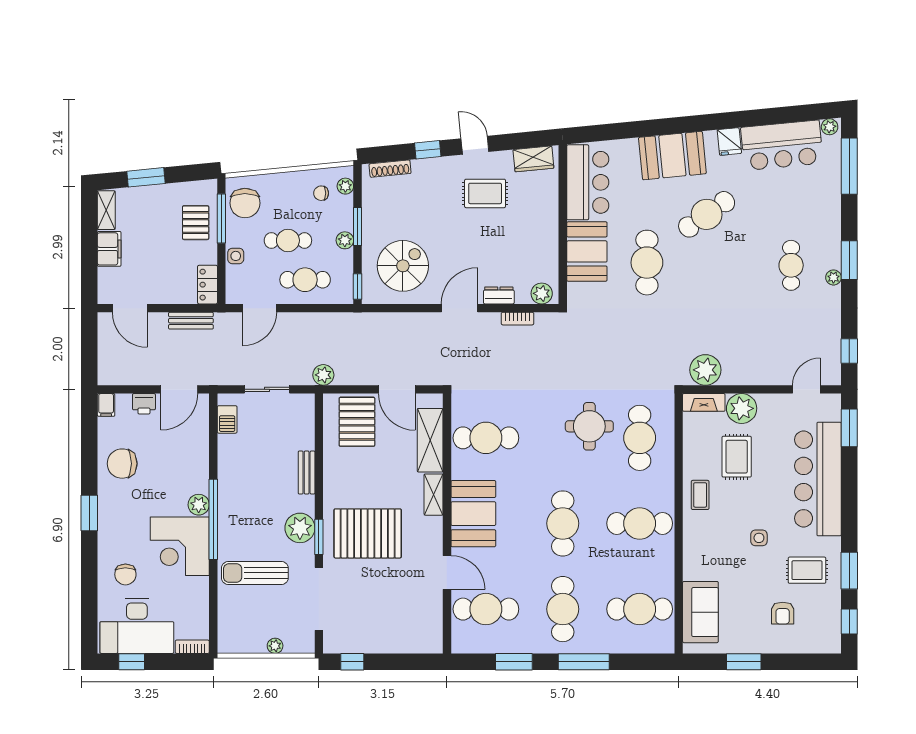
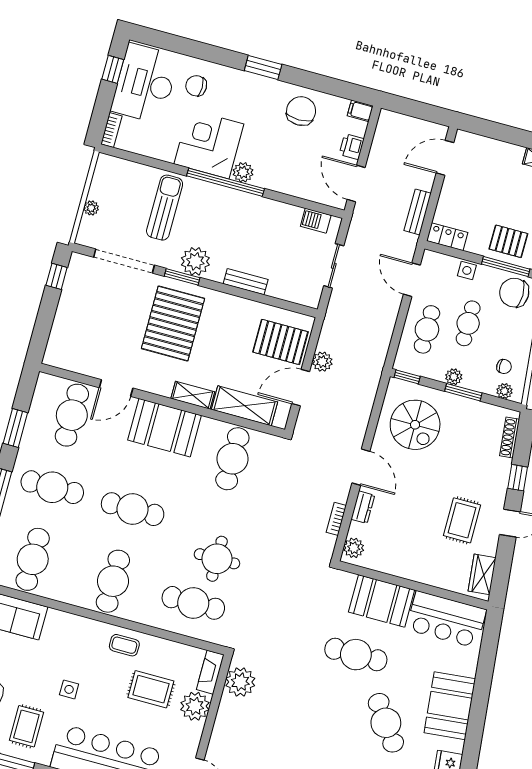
chair: (321, 193) -> (504, 367), turned 90
filing cabinet: (109, 249) -> (506, 153), removed
plant: (323, 375) -> (322, 362), moved

